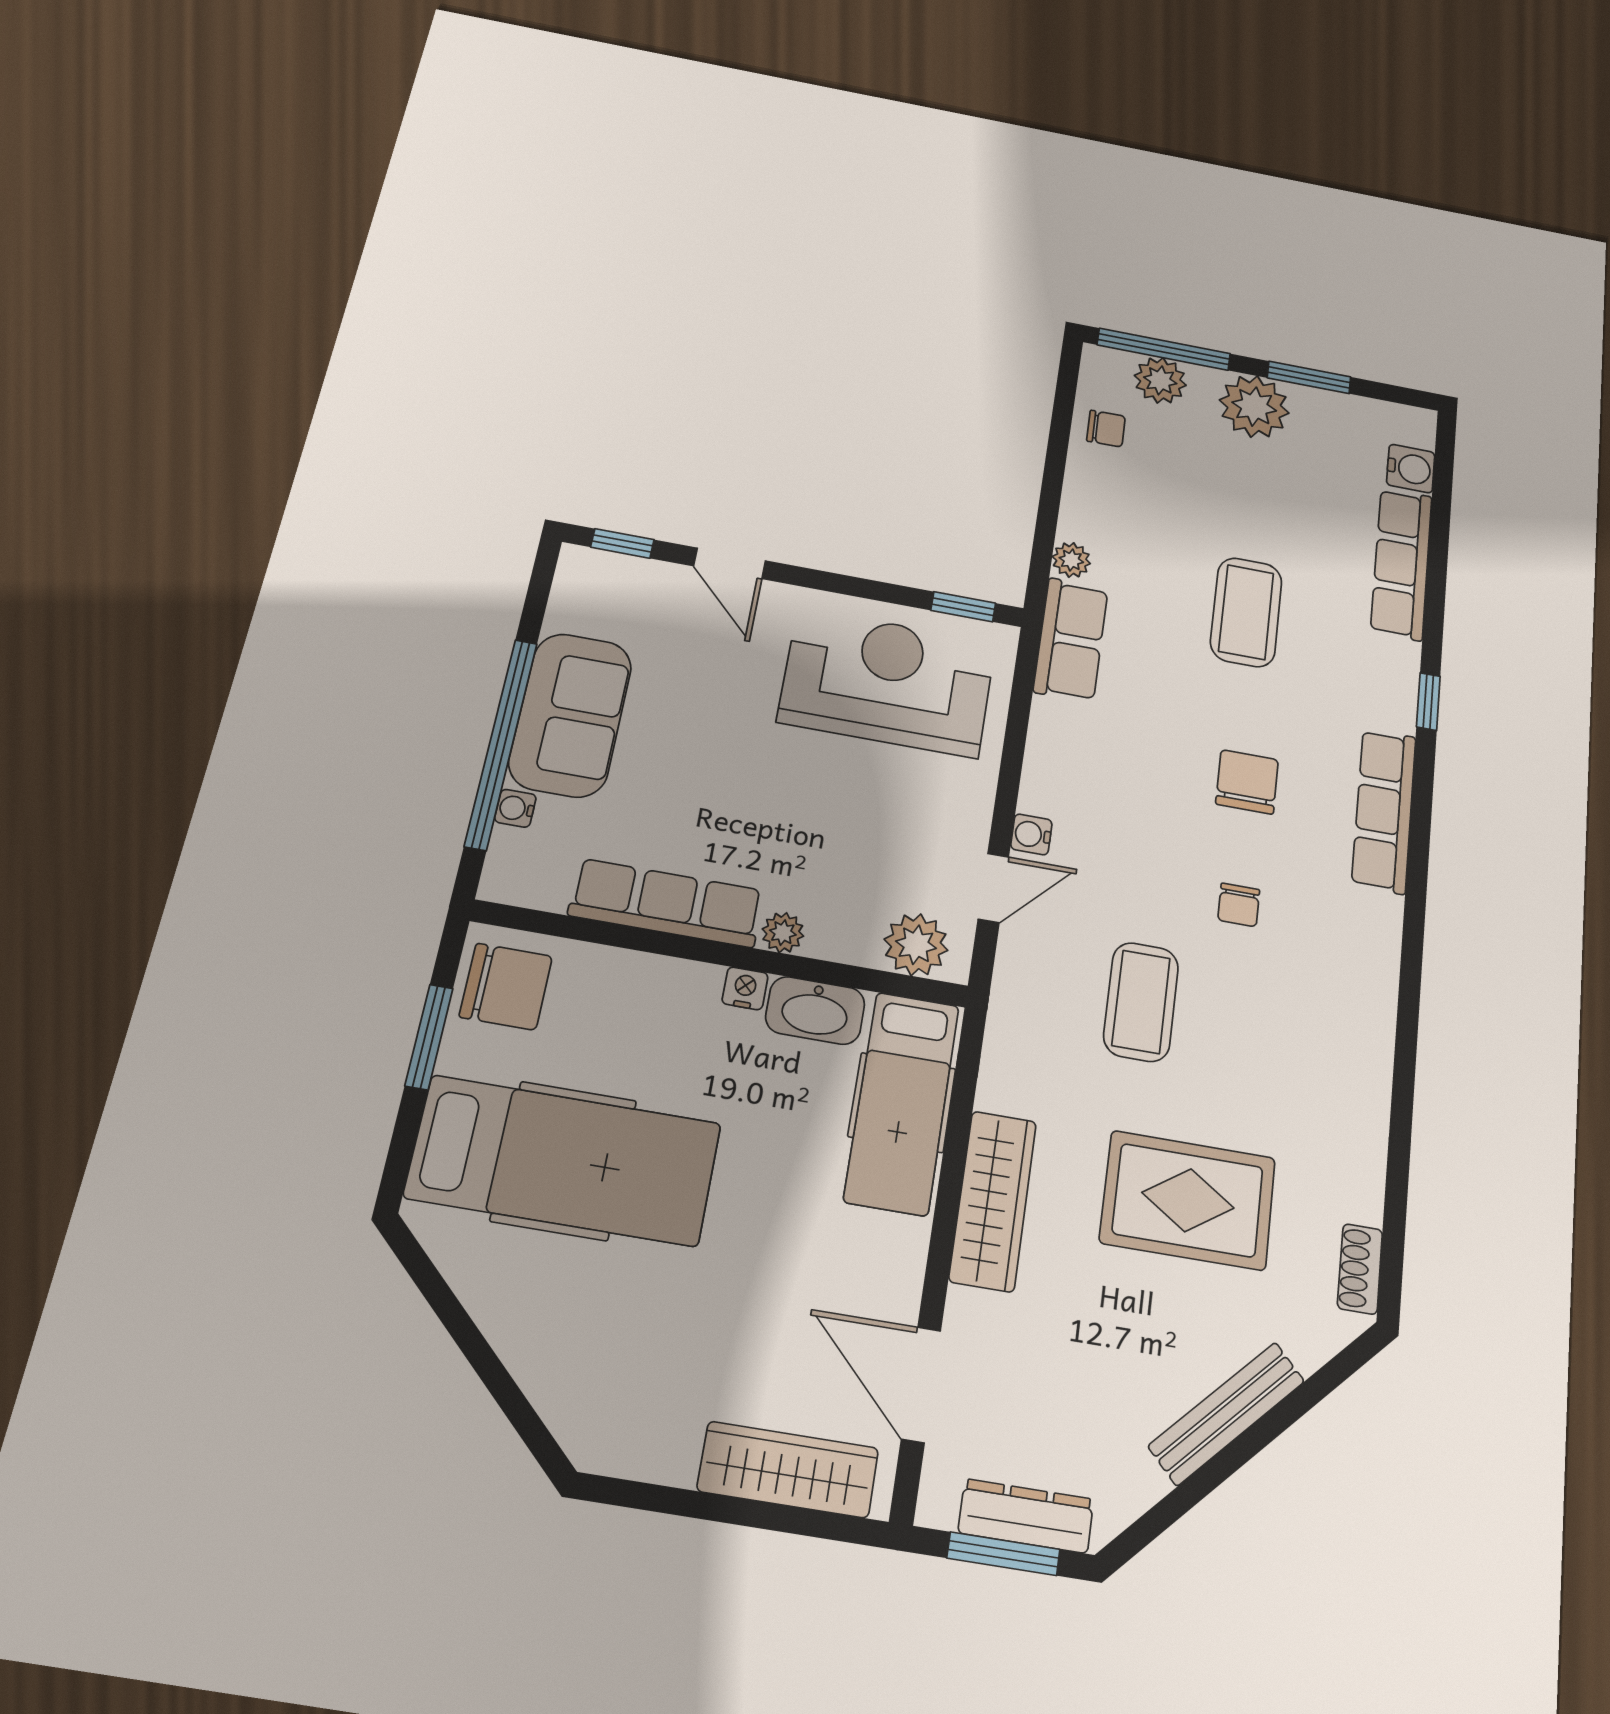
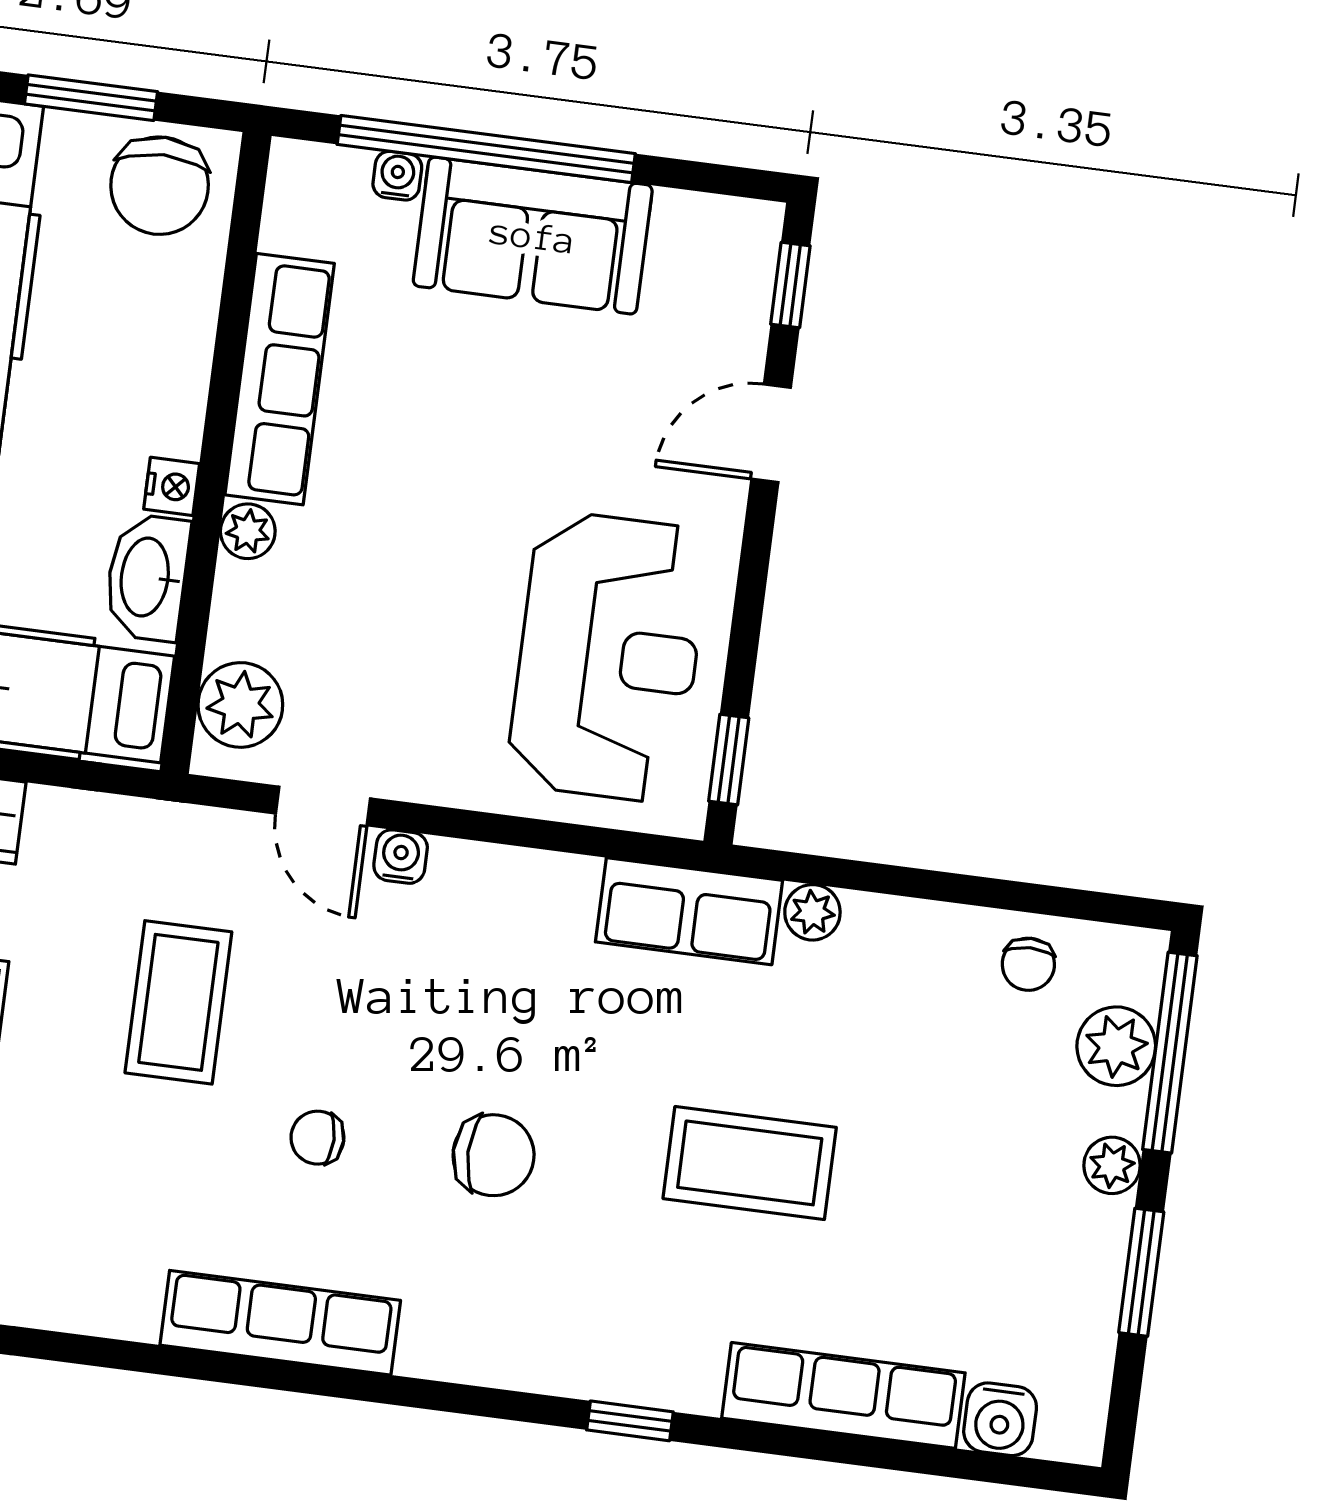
plant: (1254, 407) -> (1112, 1165), width x0.53, depth x0.53
row of seats: (1384, 810) -> (280, 1323), moved
coffee table: (1141, 1002) -> (178, 1002), turned 90

